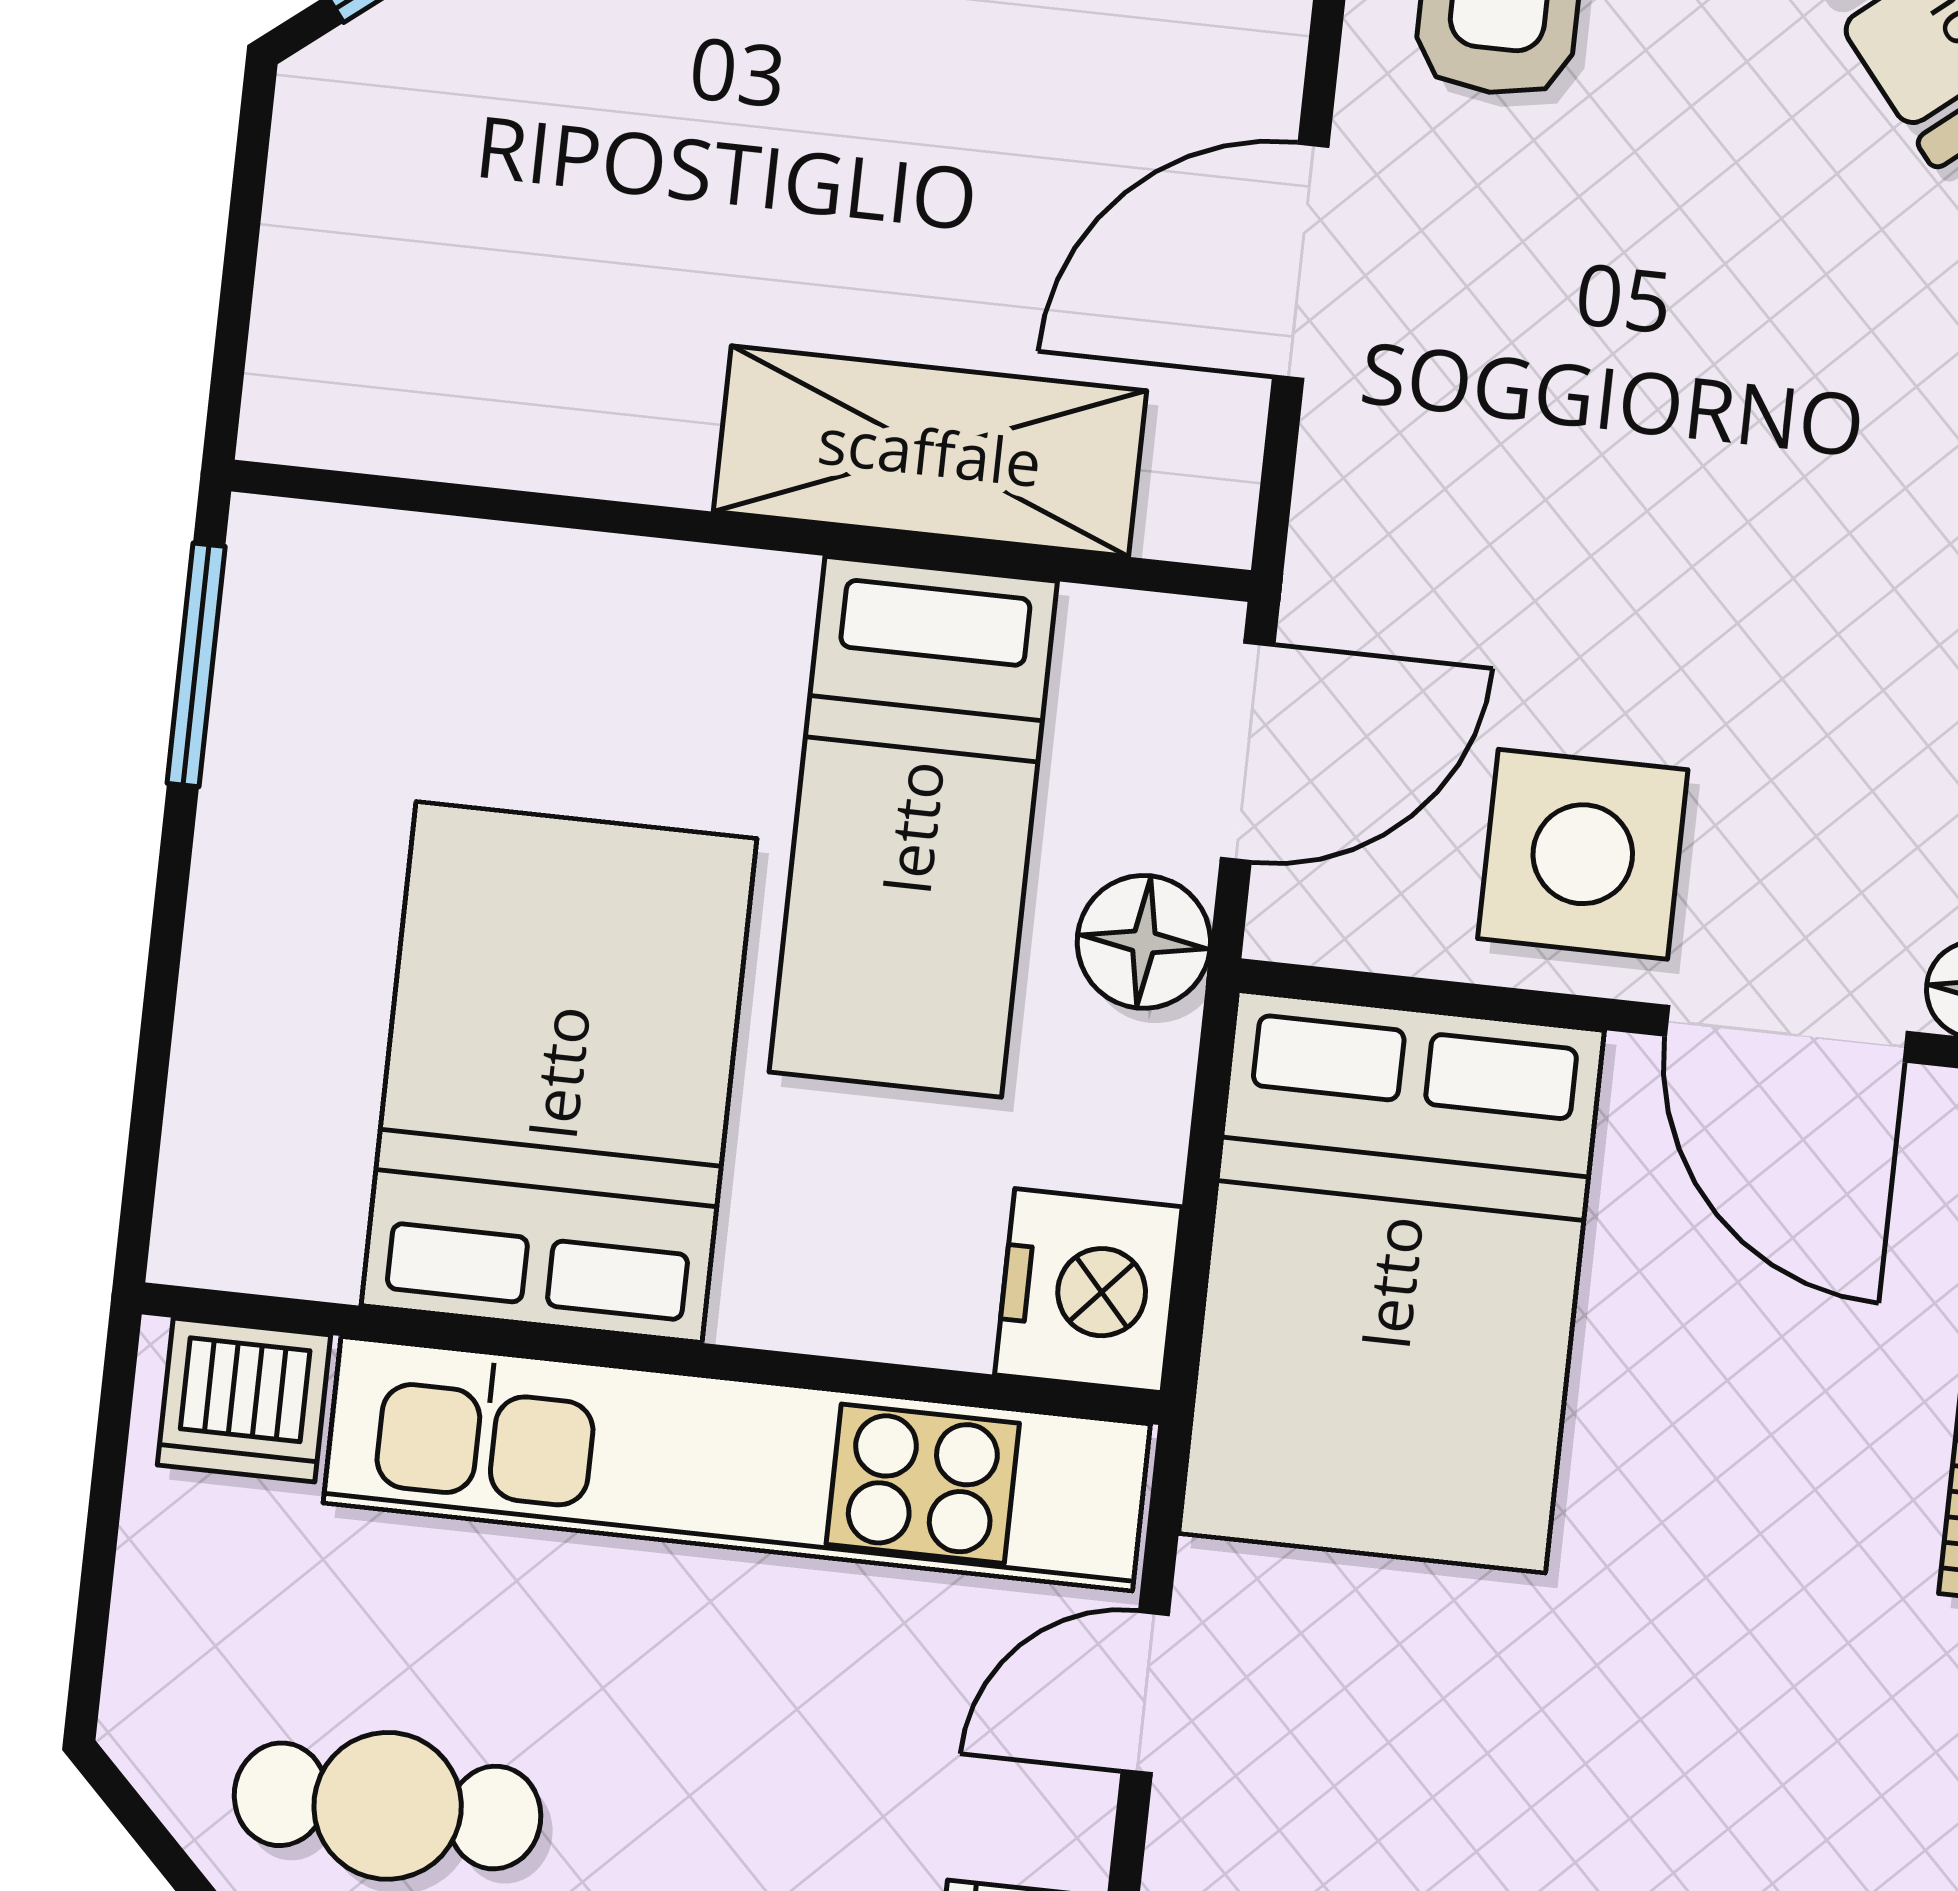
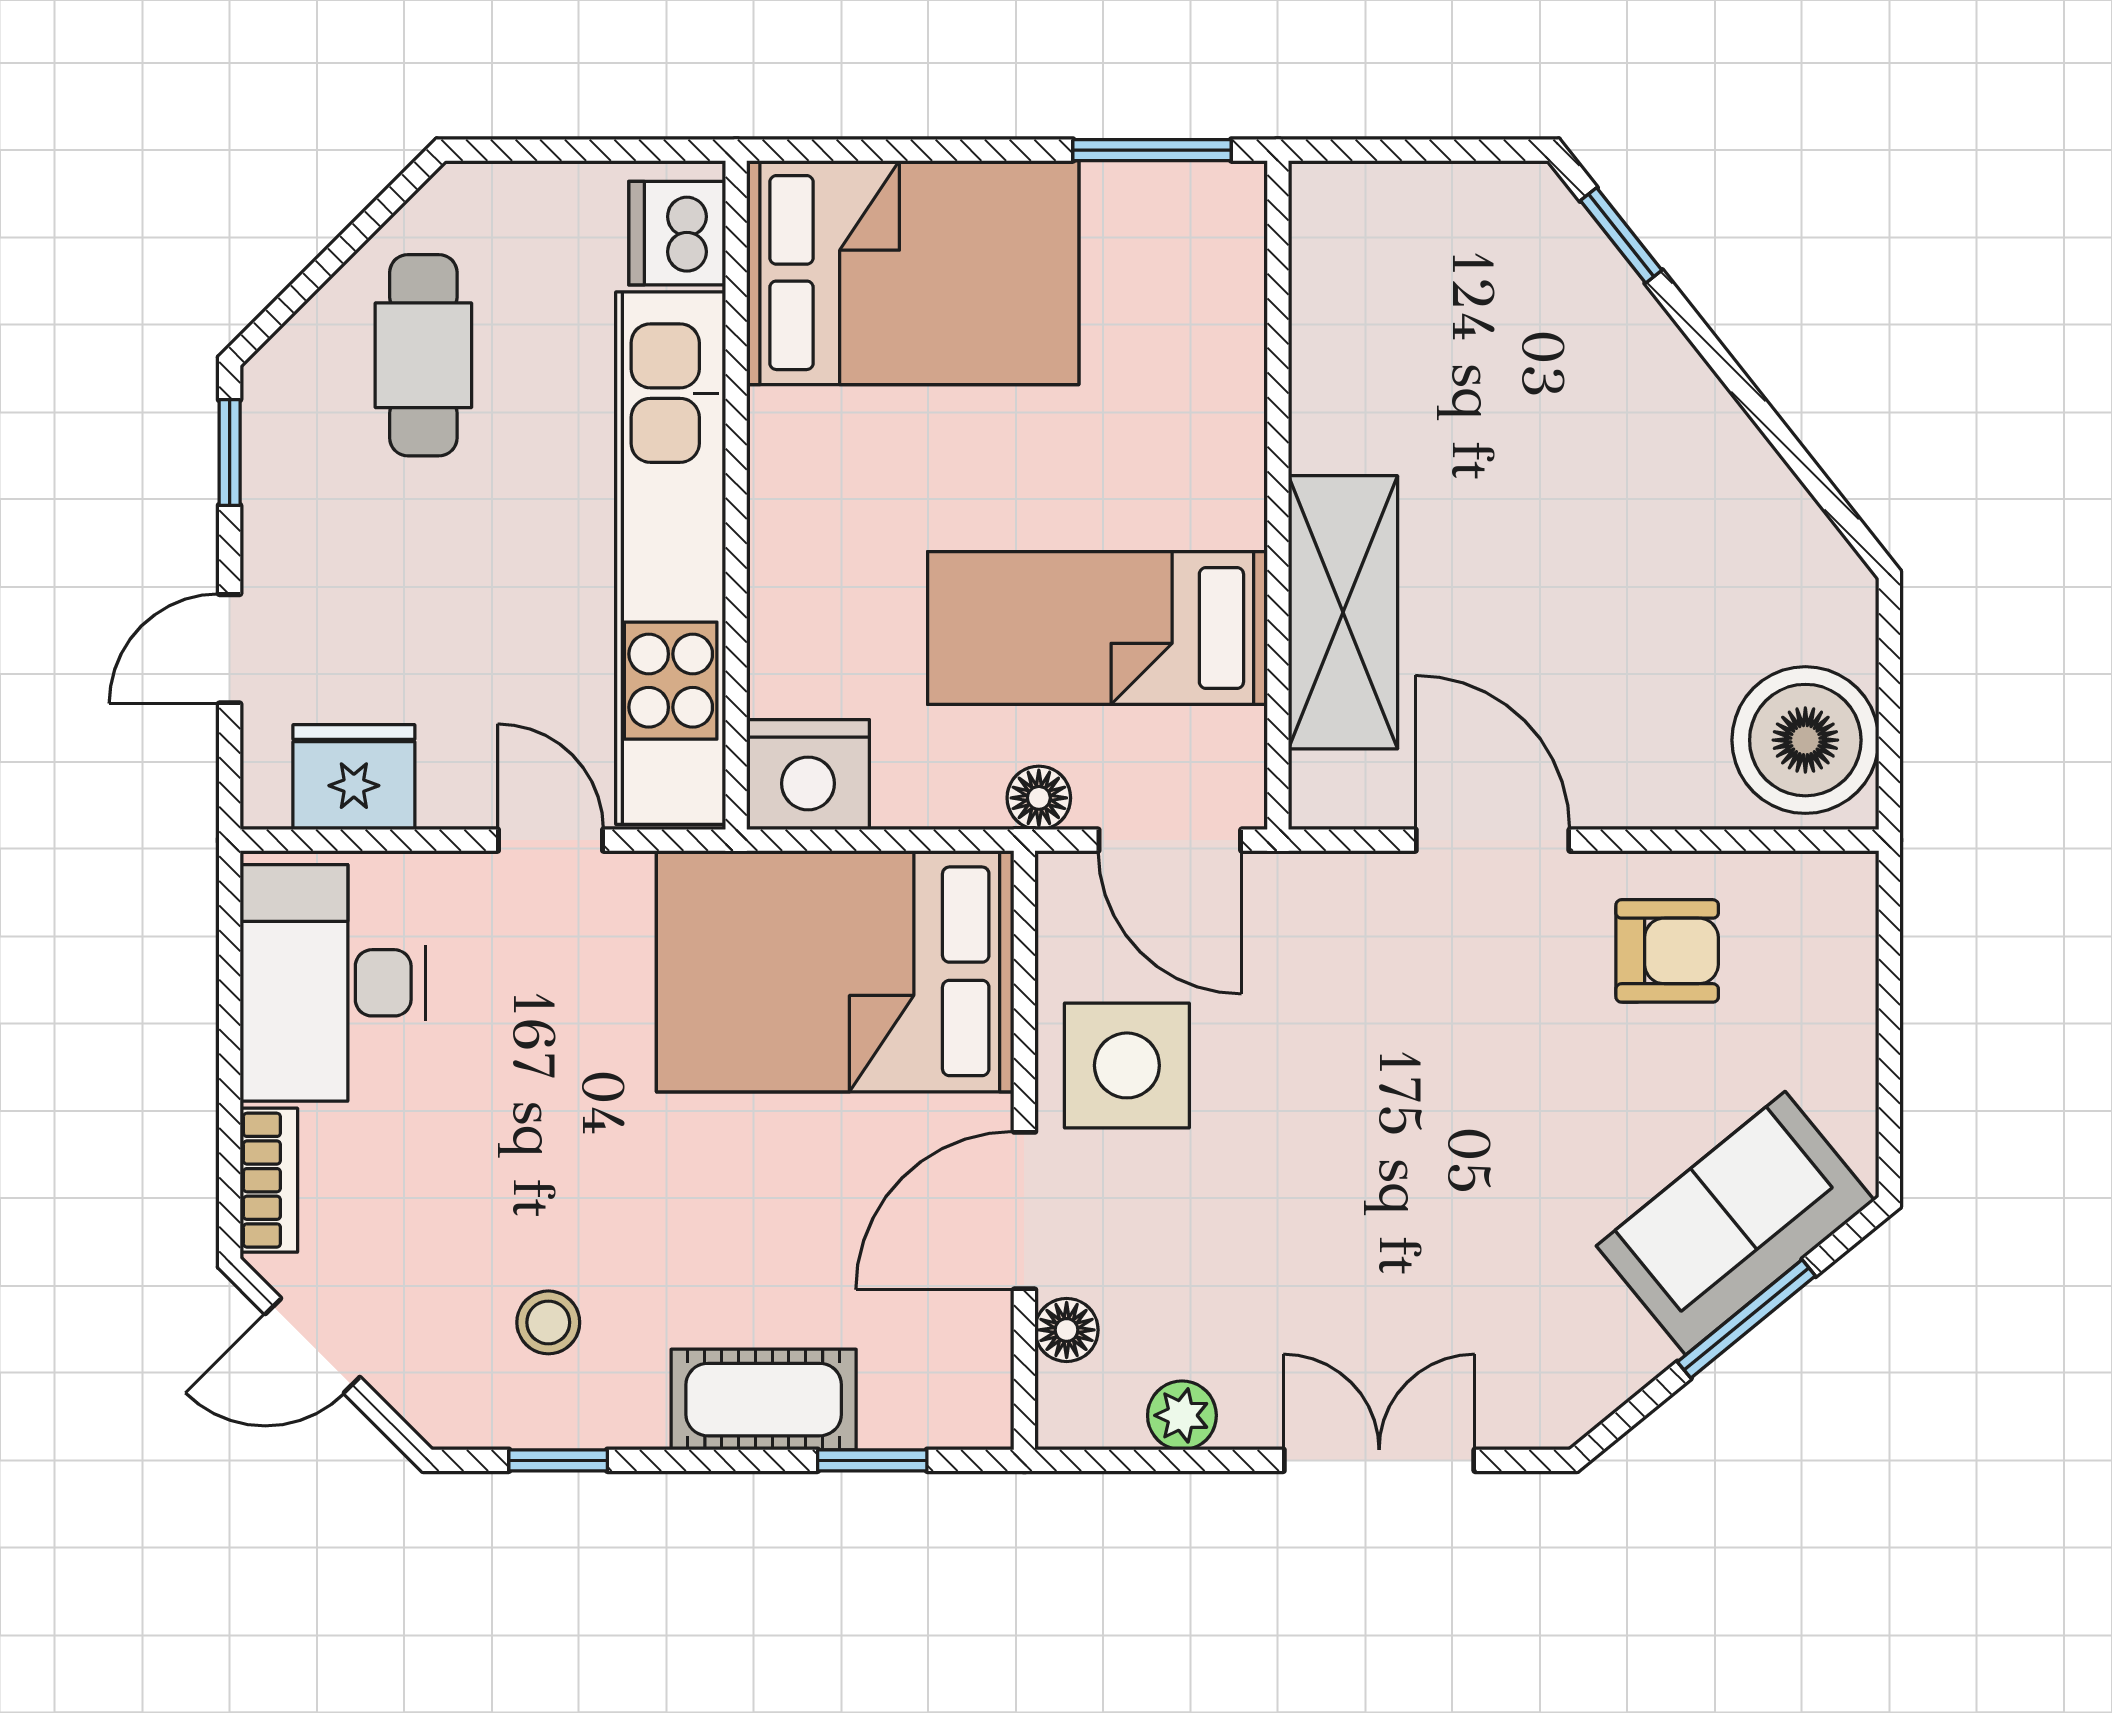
floor lamp: (1144, 942) -> (1039, 798), width x0.73, depth x0.73
bed: (559, 1072) -> (913, 273), moved
stool: (1878, 1776) -> (548, 1322), added

